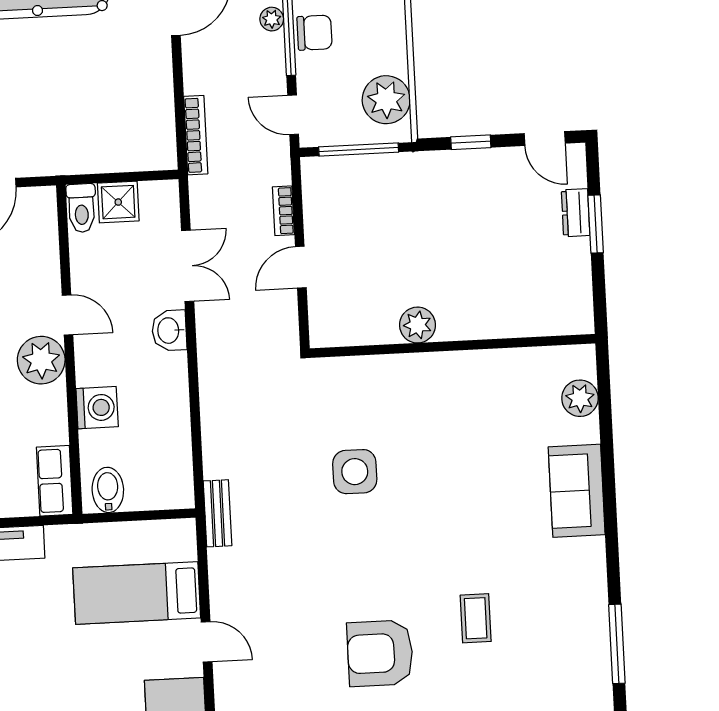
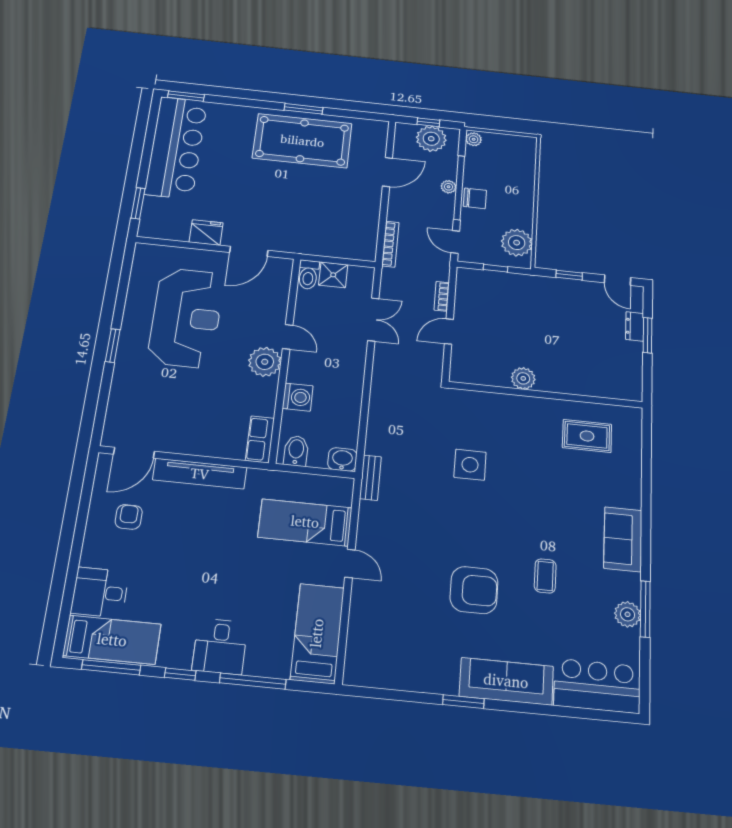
window: (359, 149) -> (495, 268), width x0.46
washbasin: (169, 330) -> (342, 459), moved, turned 90
plant: (580, 398) -> (628, 614), moved
rug: (518, 401) -> (587, 436), added
sofa: (577, 491) -> (623, 539), moved
armchair: (380, 653) -> (474, 590), turned 180

